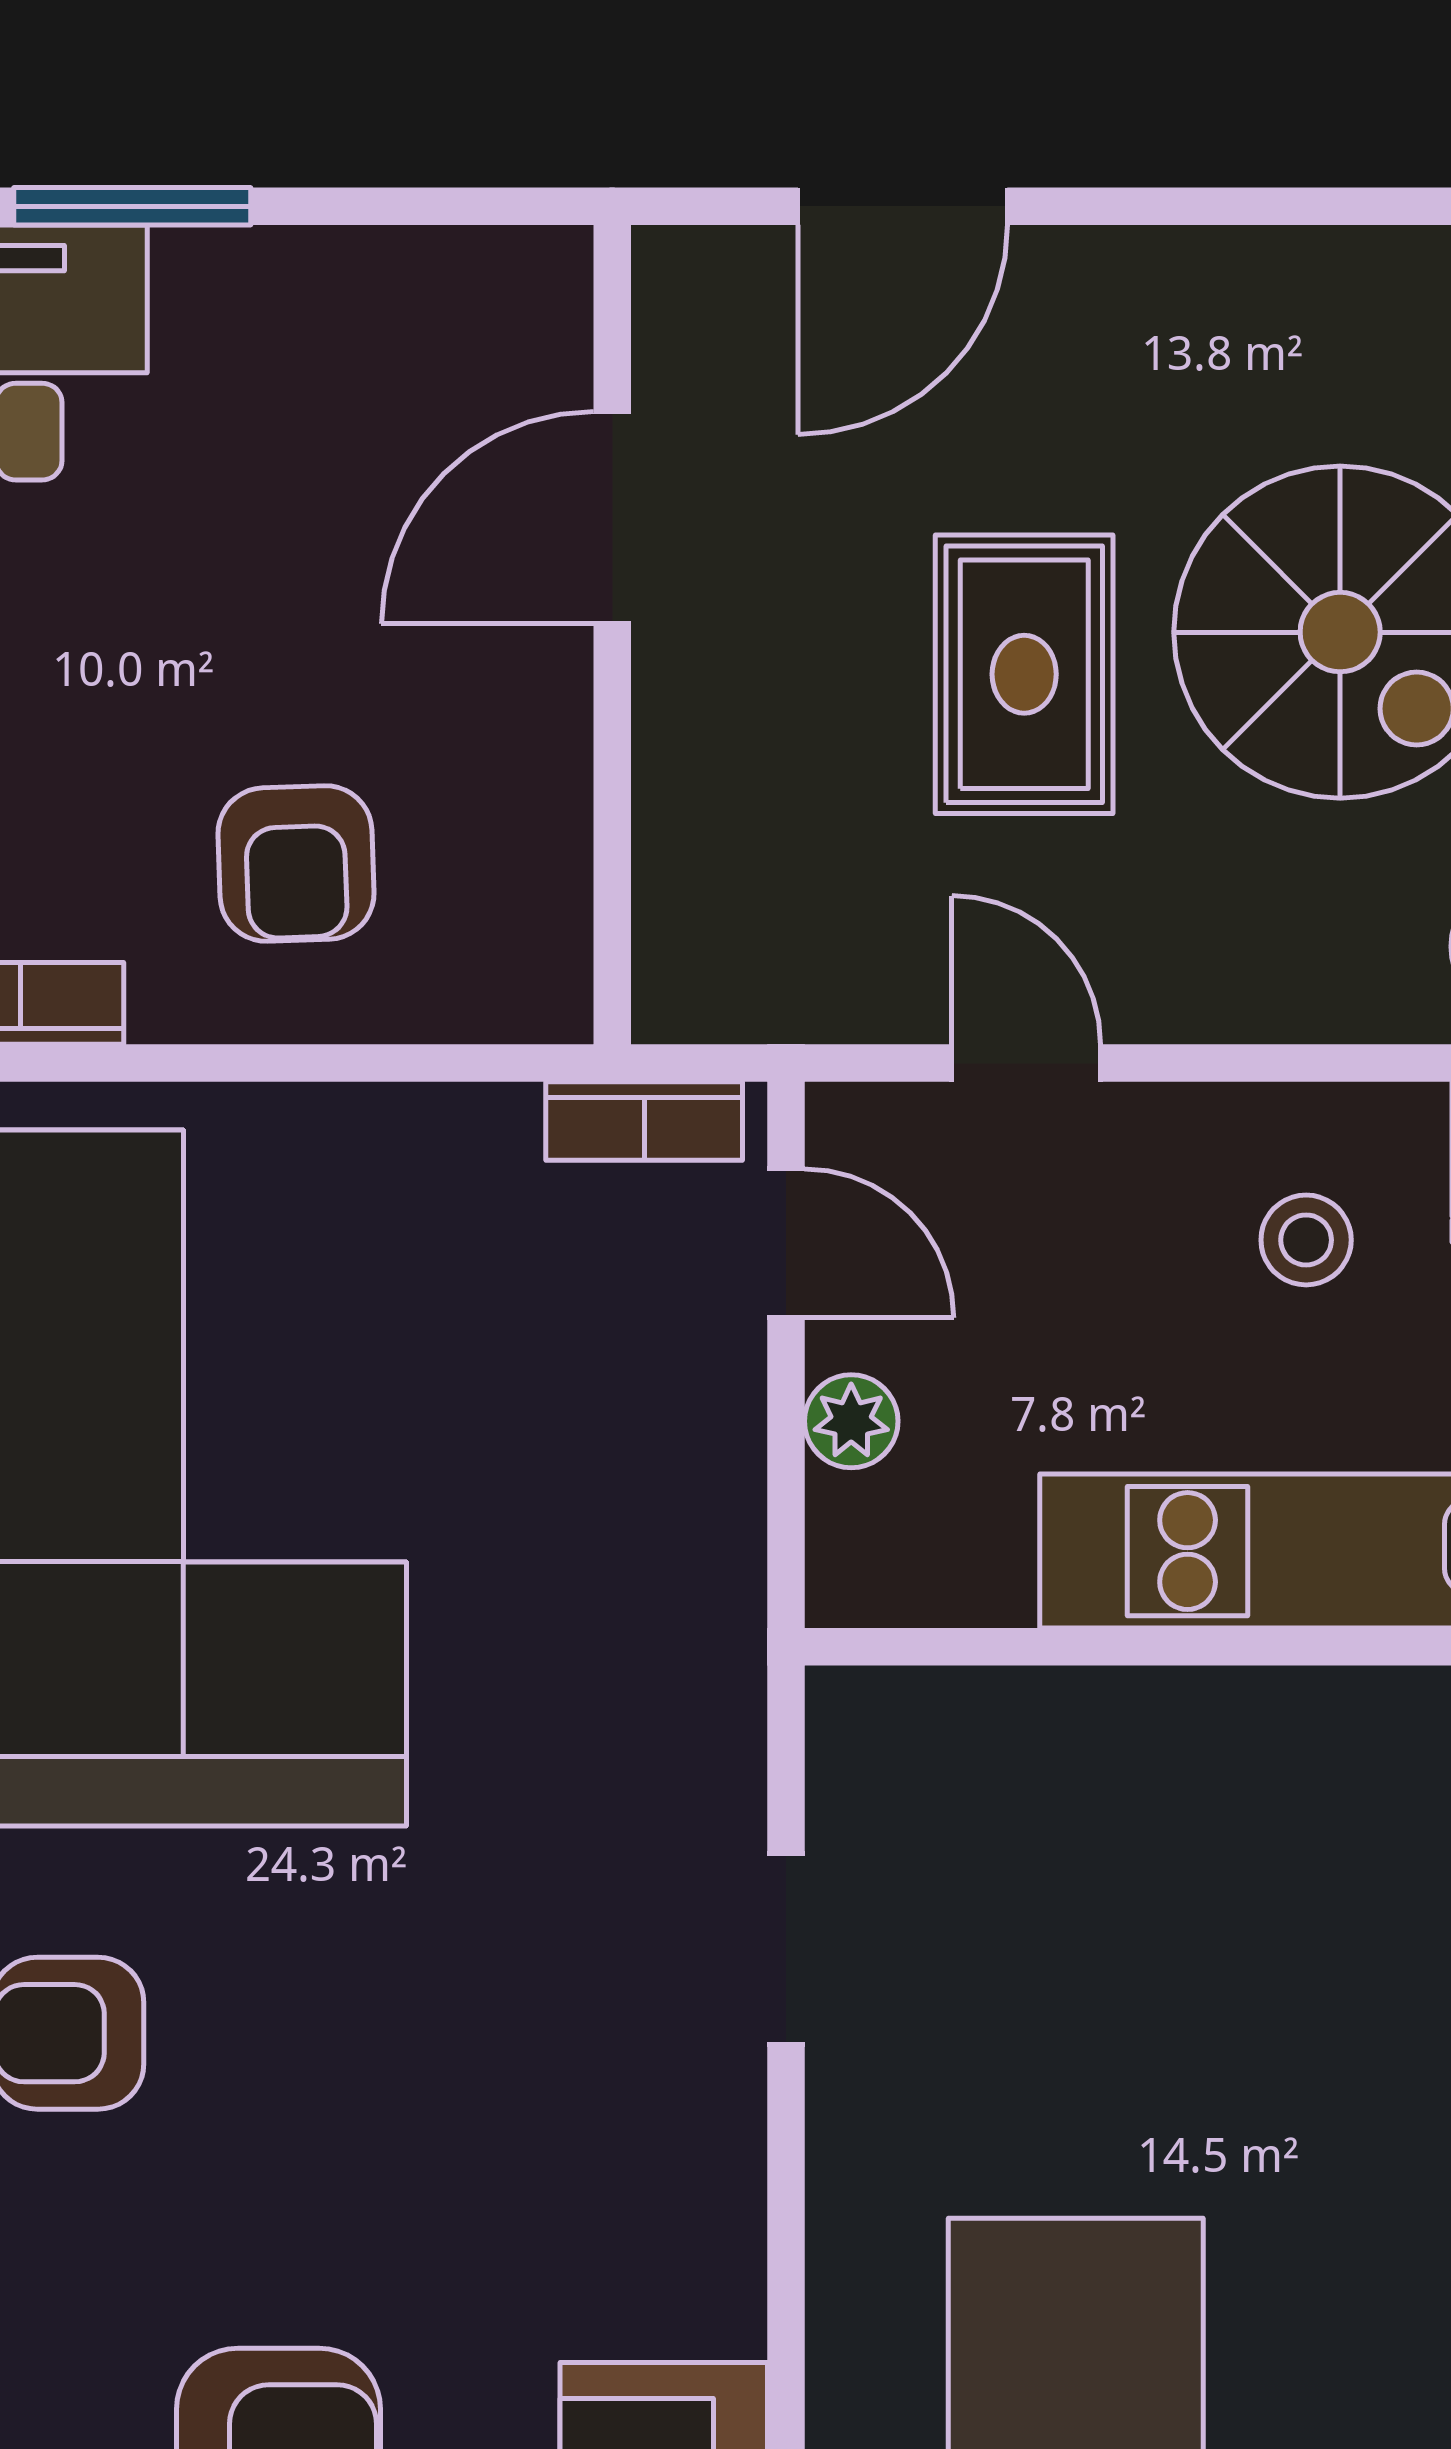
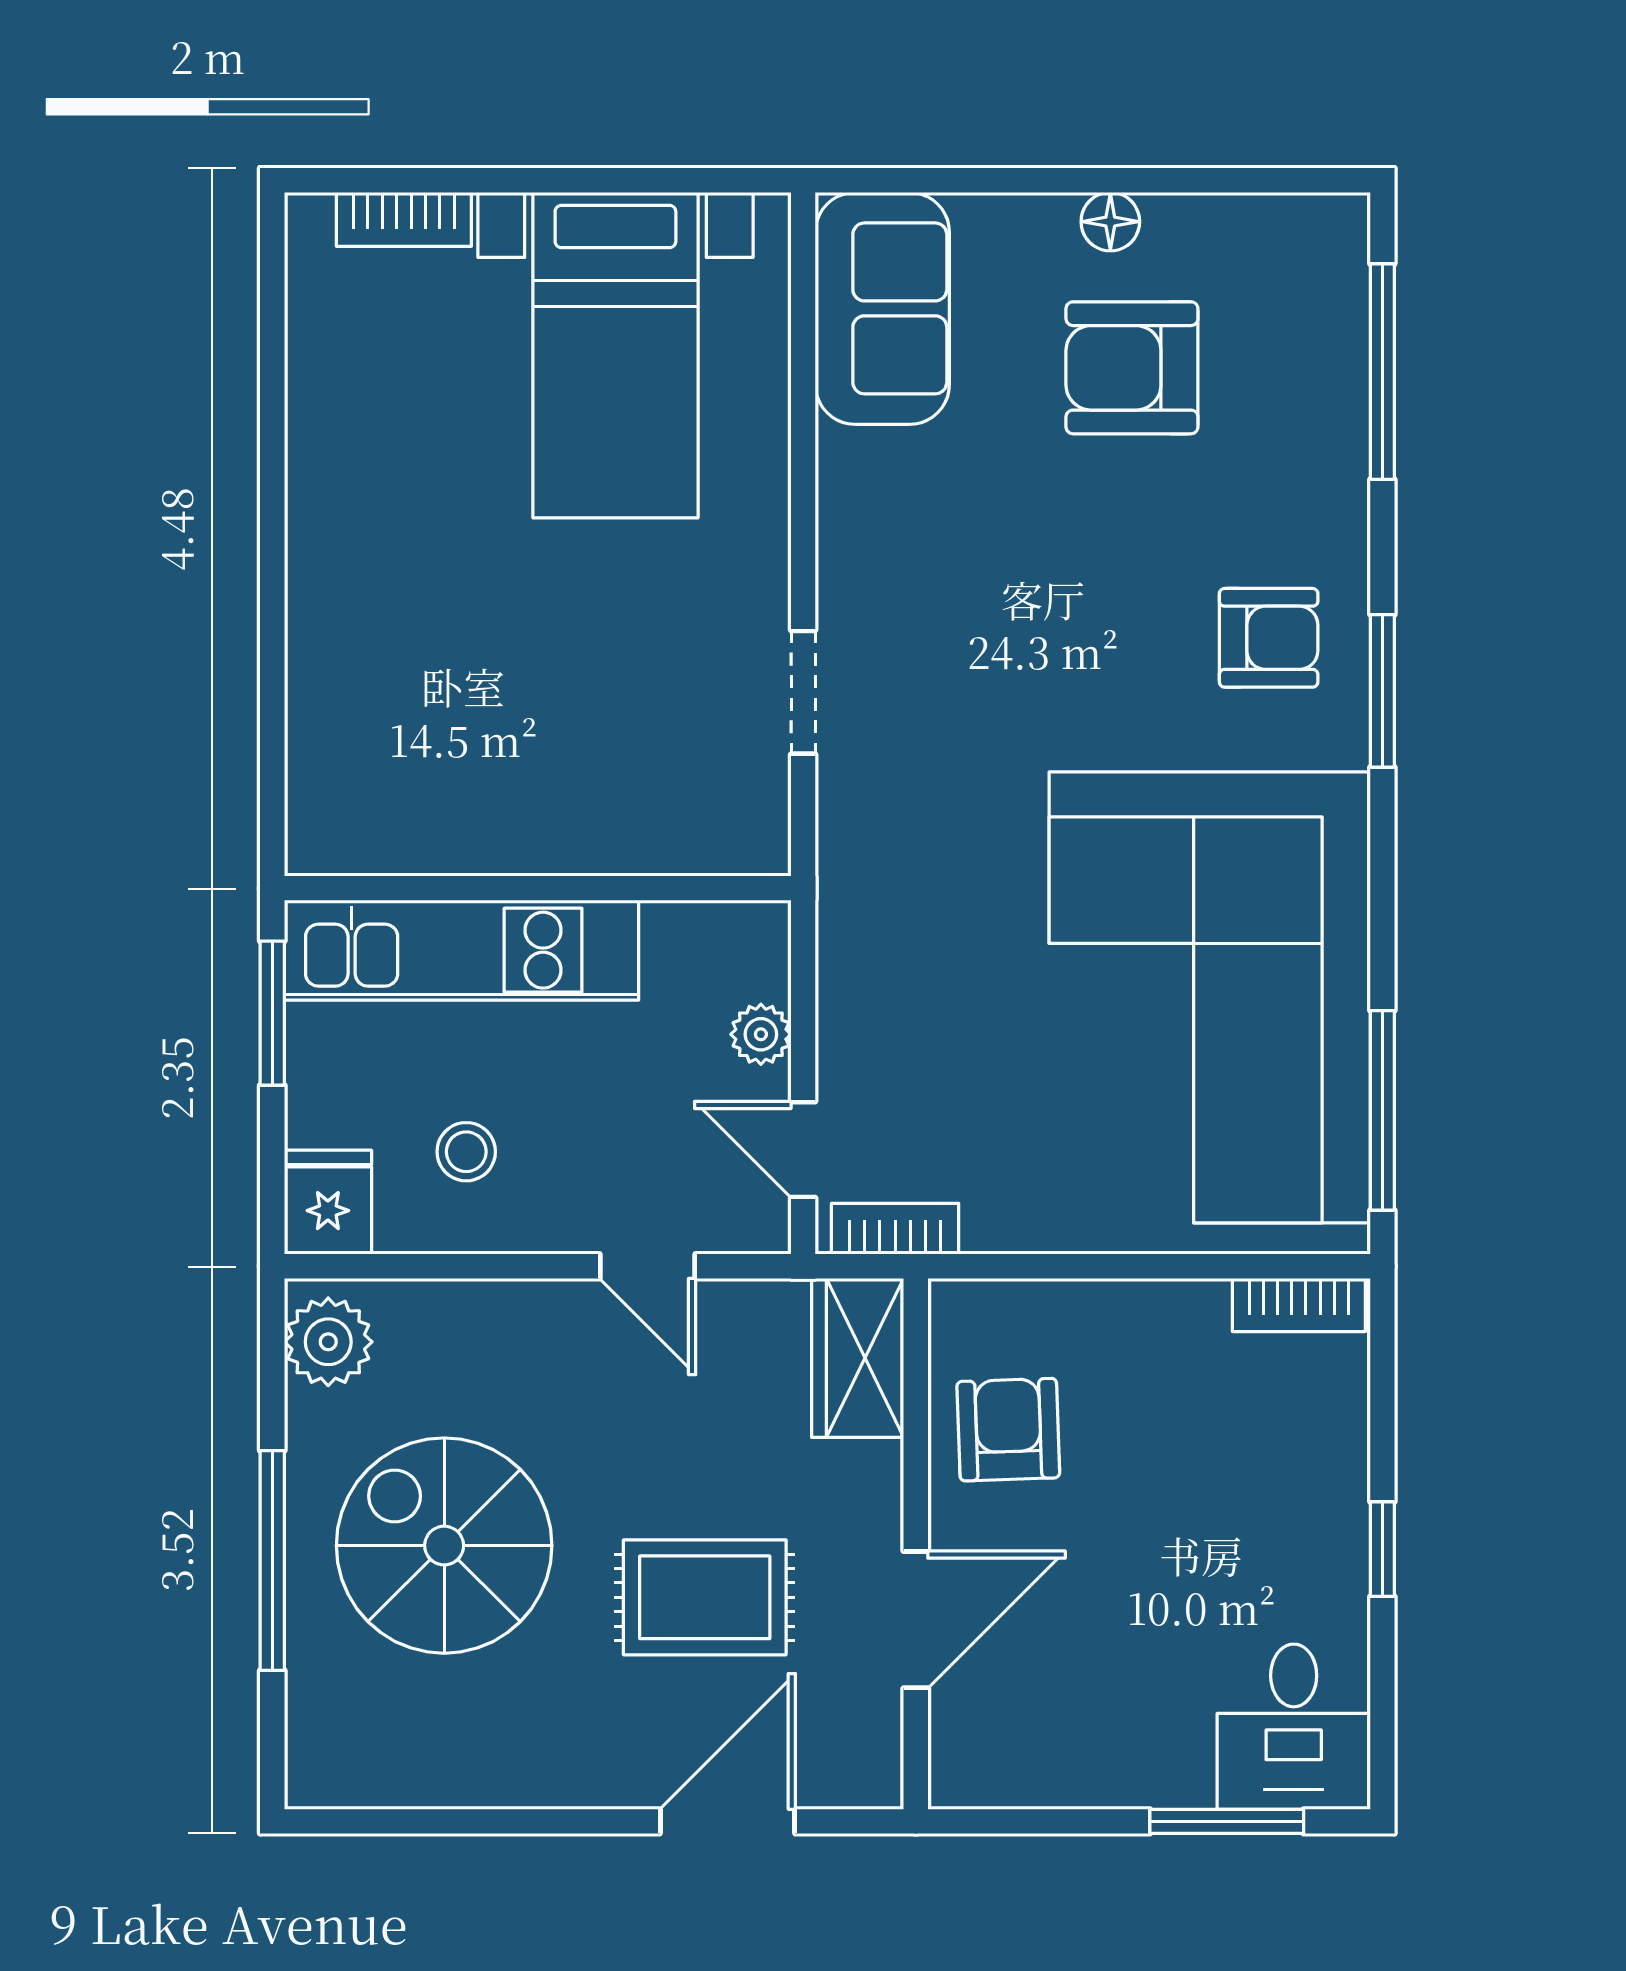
rug: (1024, 674) -> (705, 1597), moved, turned 90
armchair: (296, 864) -> (1008, 1430), moved
wardrobe: (702, 922) -> (858, 1358), added

